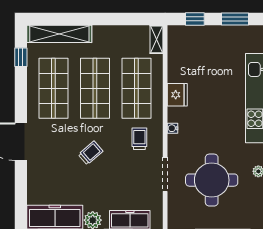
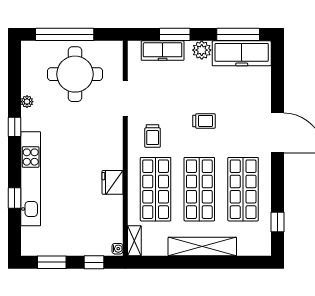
shelving: (59, 34) -> (202, 247), moved
water cooler: (173, 128) -> (117, 249), moved
trolley: (91, 153) -> (204, 121), turned -139
round table: (212, 180) -> (75, 74), moved

